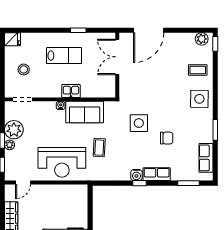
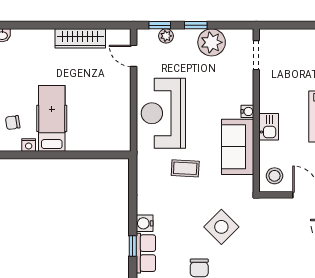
stool: (24, 69) -> (274, 176), moved
side table: (139, 123) -> (221, 227), turned 45
plant: (10, 145) -> (166, 36), moved
window: (139, 183) -> (133, 246), moved

